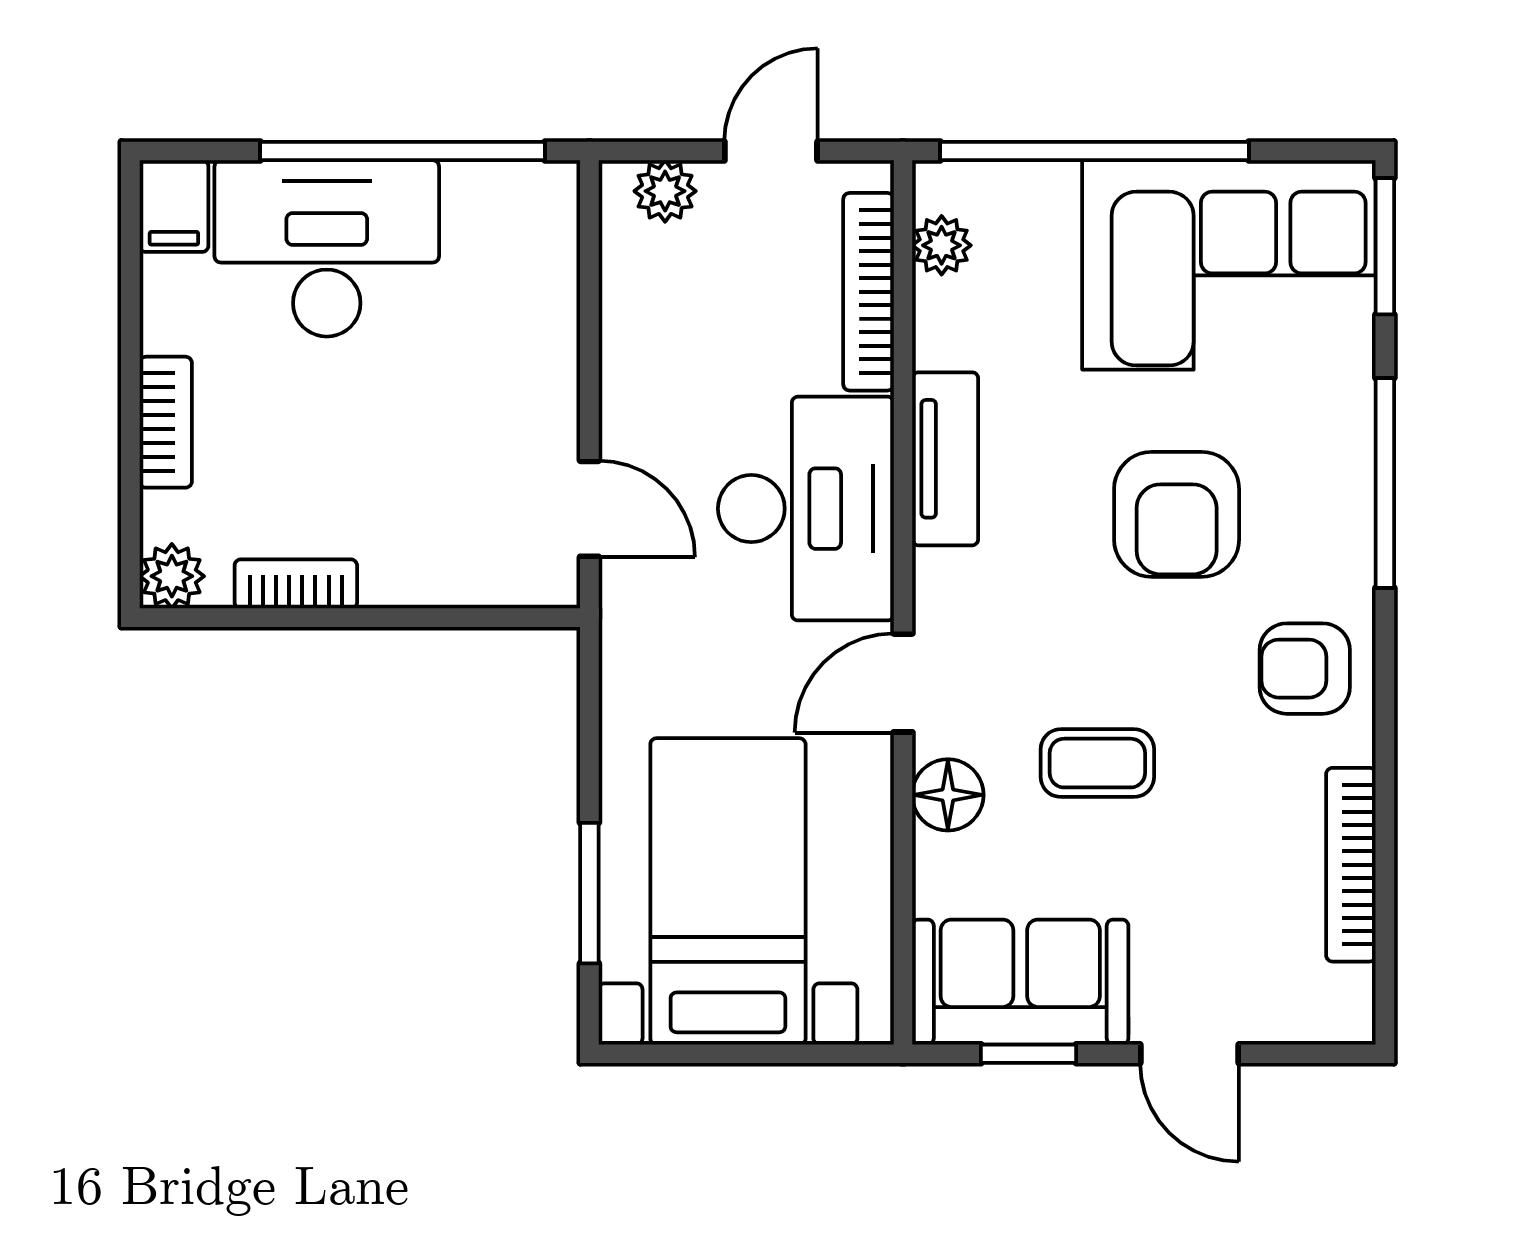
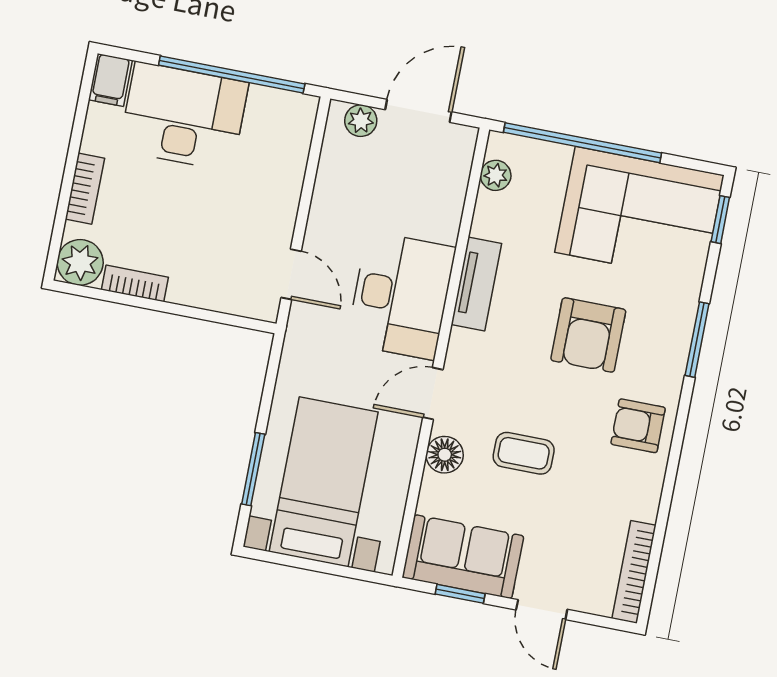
door: (771, 151) -> (418, 111), width x1.38
window: (1385, 246) -> (720, 220), width x0.67
bookcase: (869, 292) -> (454, 192), removed
window: (1385, 483) -> (697, 340), width x0.69
plant: (172, 576) -> (80, 262), width x1.38, depth x1.38
bookcase: (1351, 865) -> (634, 572), moved

